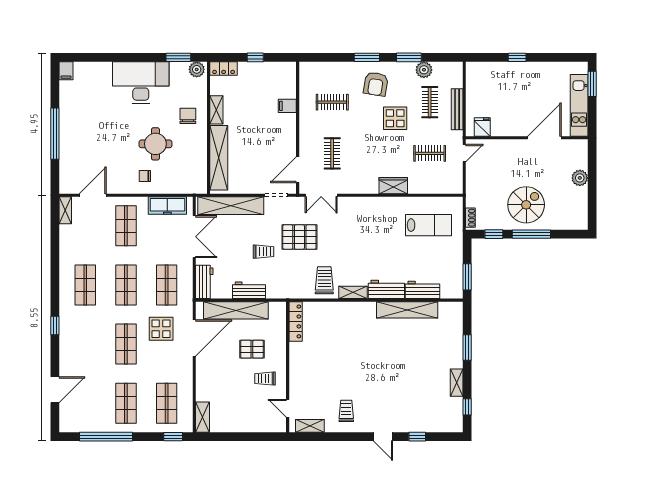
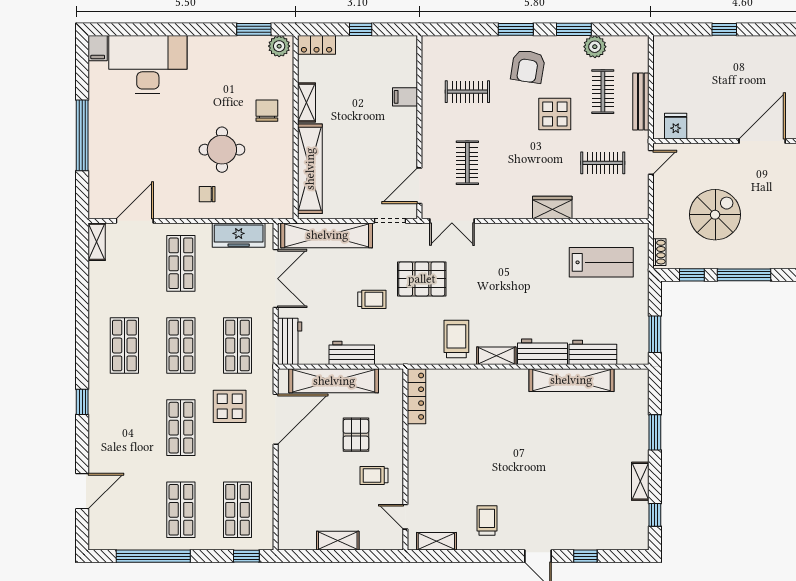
desk: (141, 83) -> (148, 65), moved
spiral stairs: (526, 205) -> (715, 215), moved
pallet: (252, 349) -> (356, 435), turned 90
shelving: (202, 417) -> (338, 541), moved, turned 90

